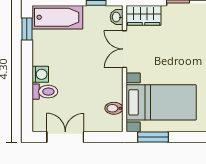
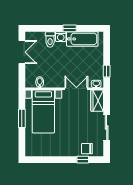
bathtub: (57, 17) -> (82, 39), moved, turned -90
window: (27, 29) -> (70, 28), moved
window: (153, 137) -> (22, 118), moved

